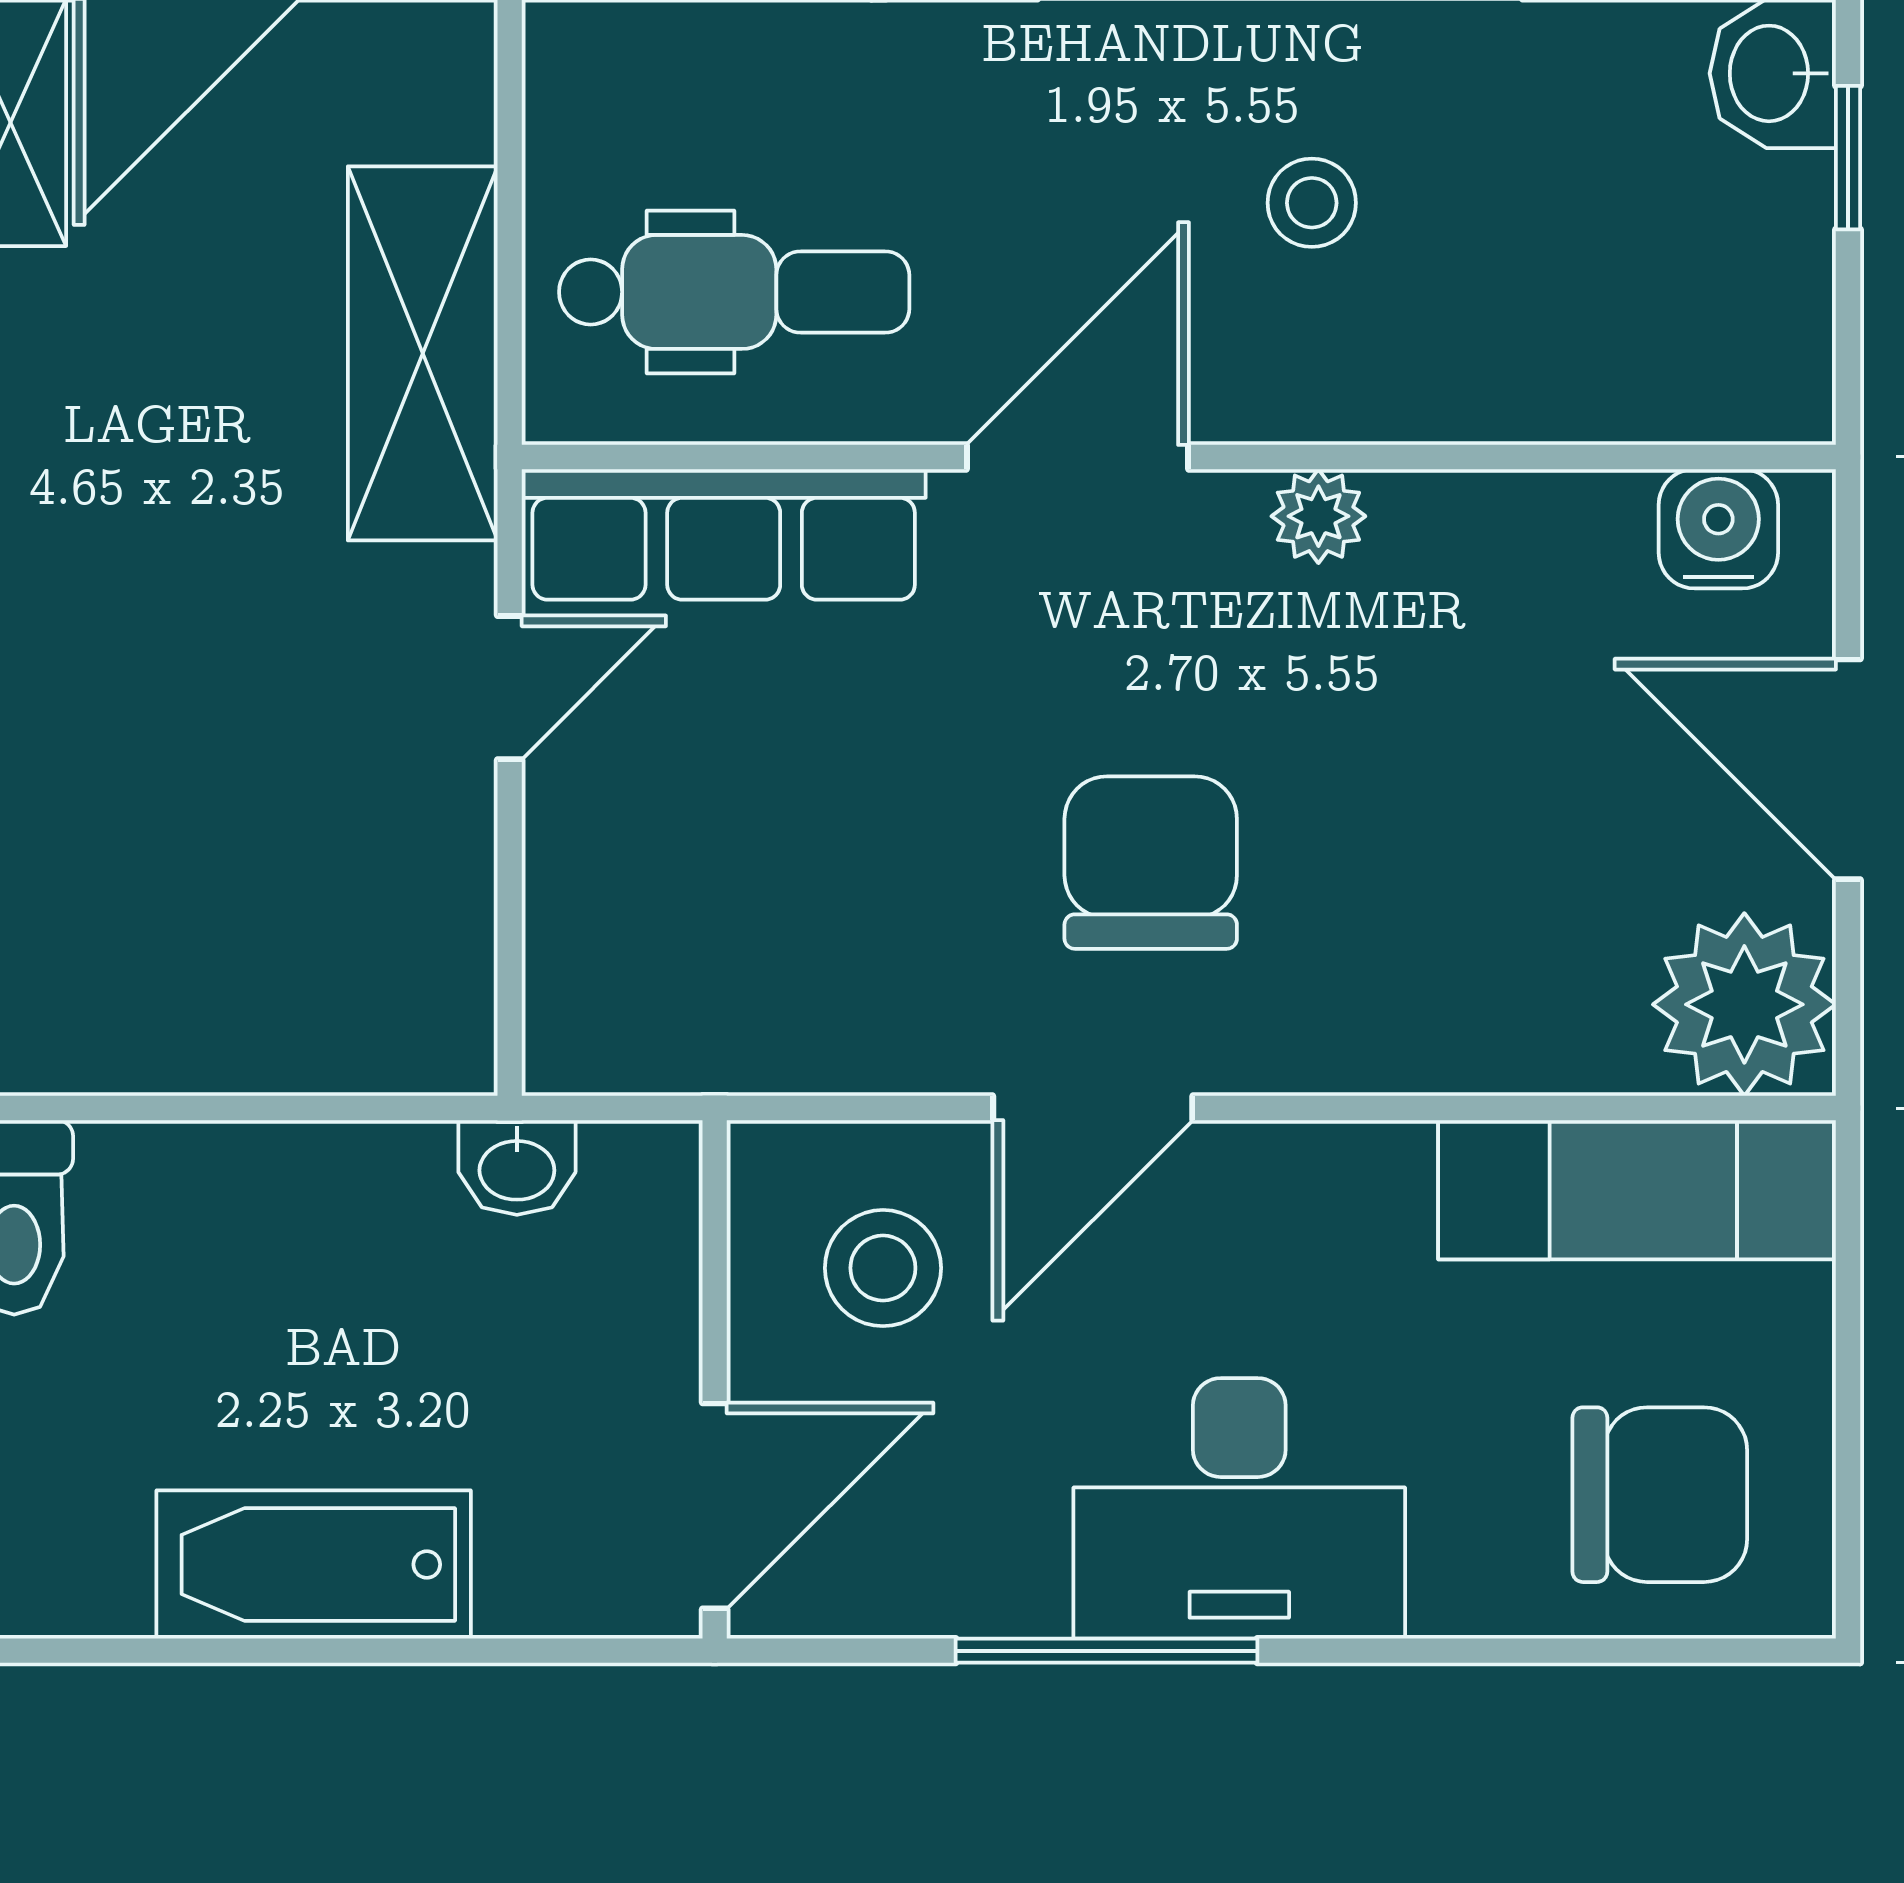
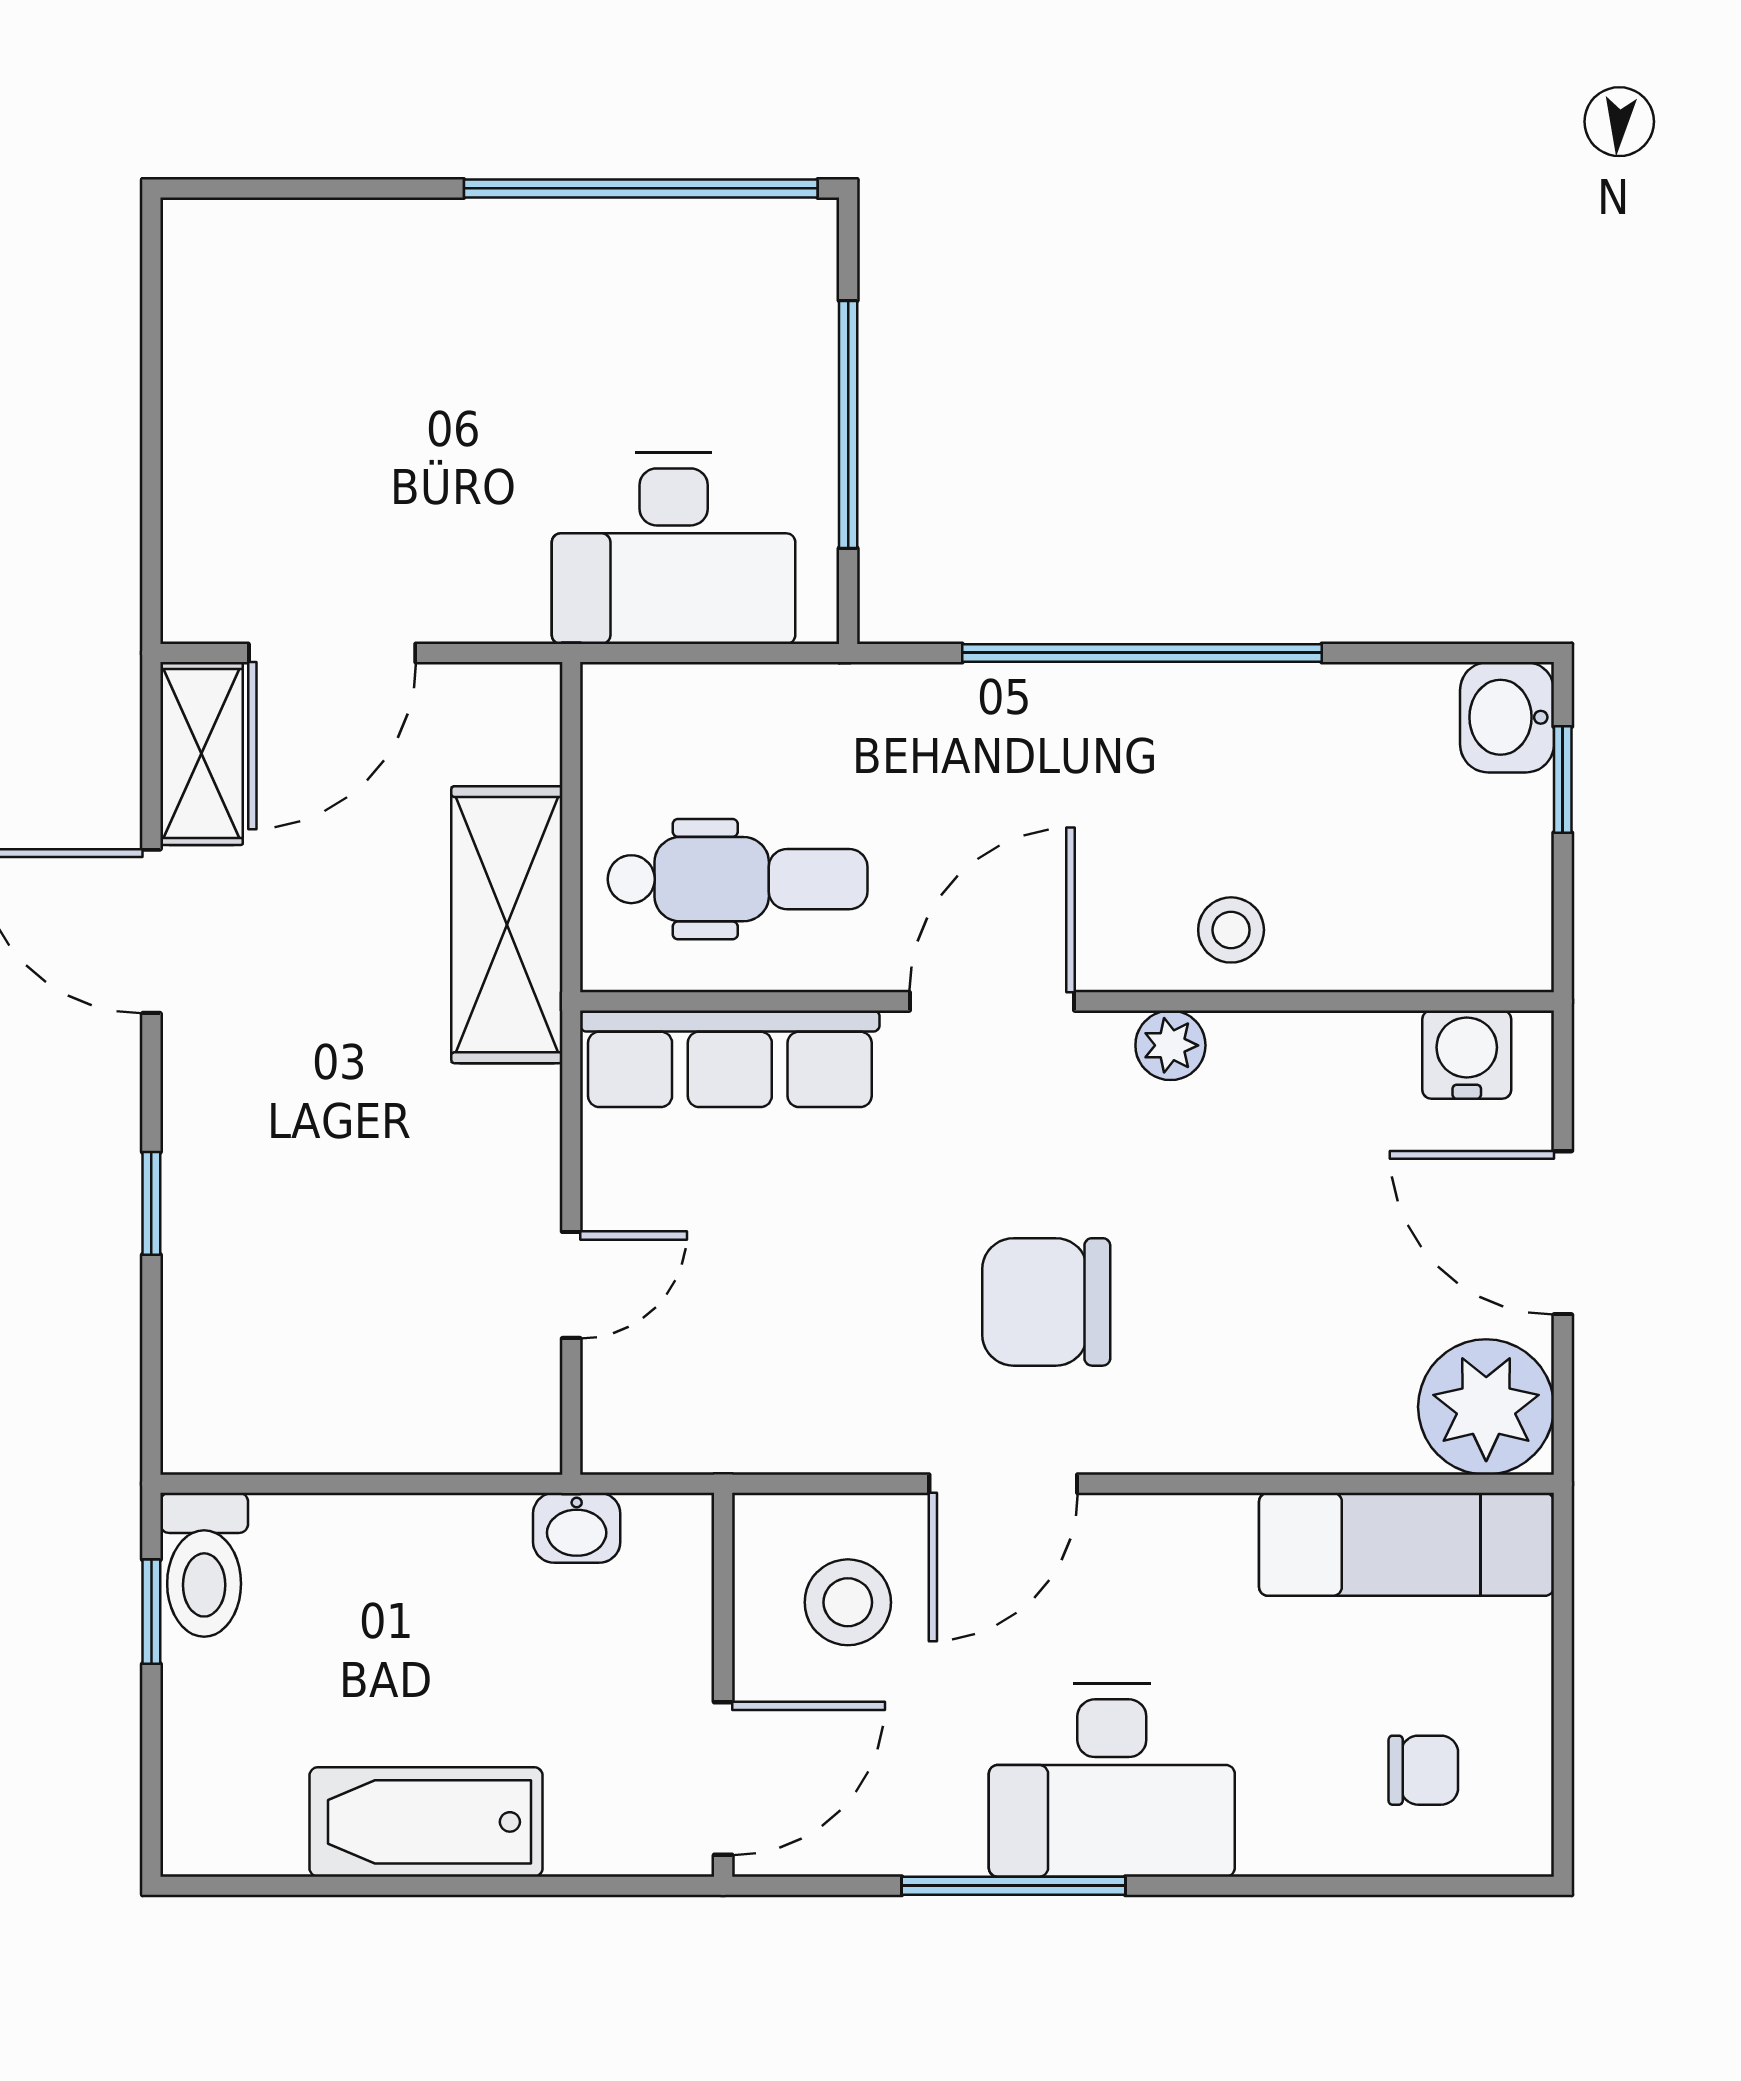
stool: (1312, 203) -> (1231, 930), moved
door: (510, 688) -> (571, 1285), moved
chair: (1151, 863) -> (1046, 1302), turned -90
chair: (1660, 1495) -> (1423, 1770), width x0.54, depth x0.54

